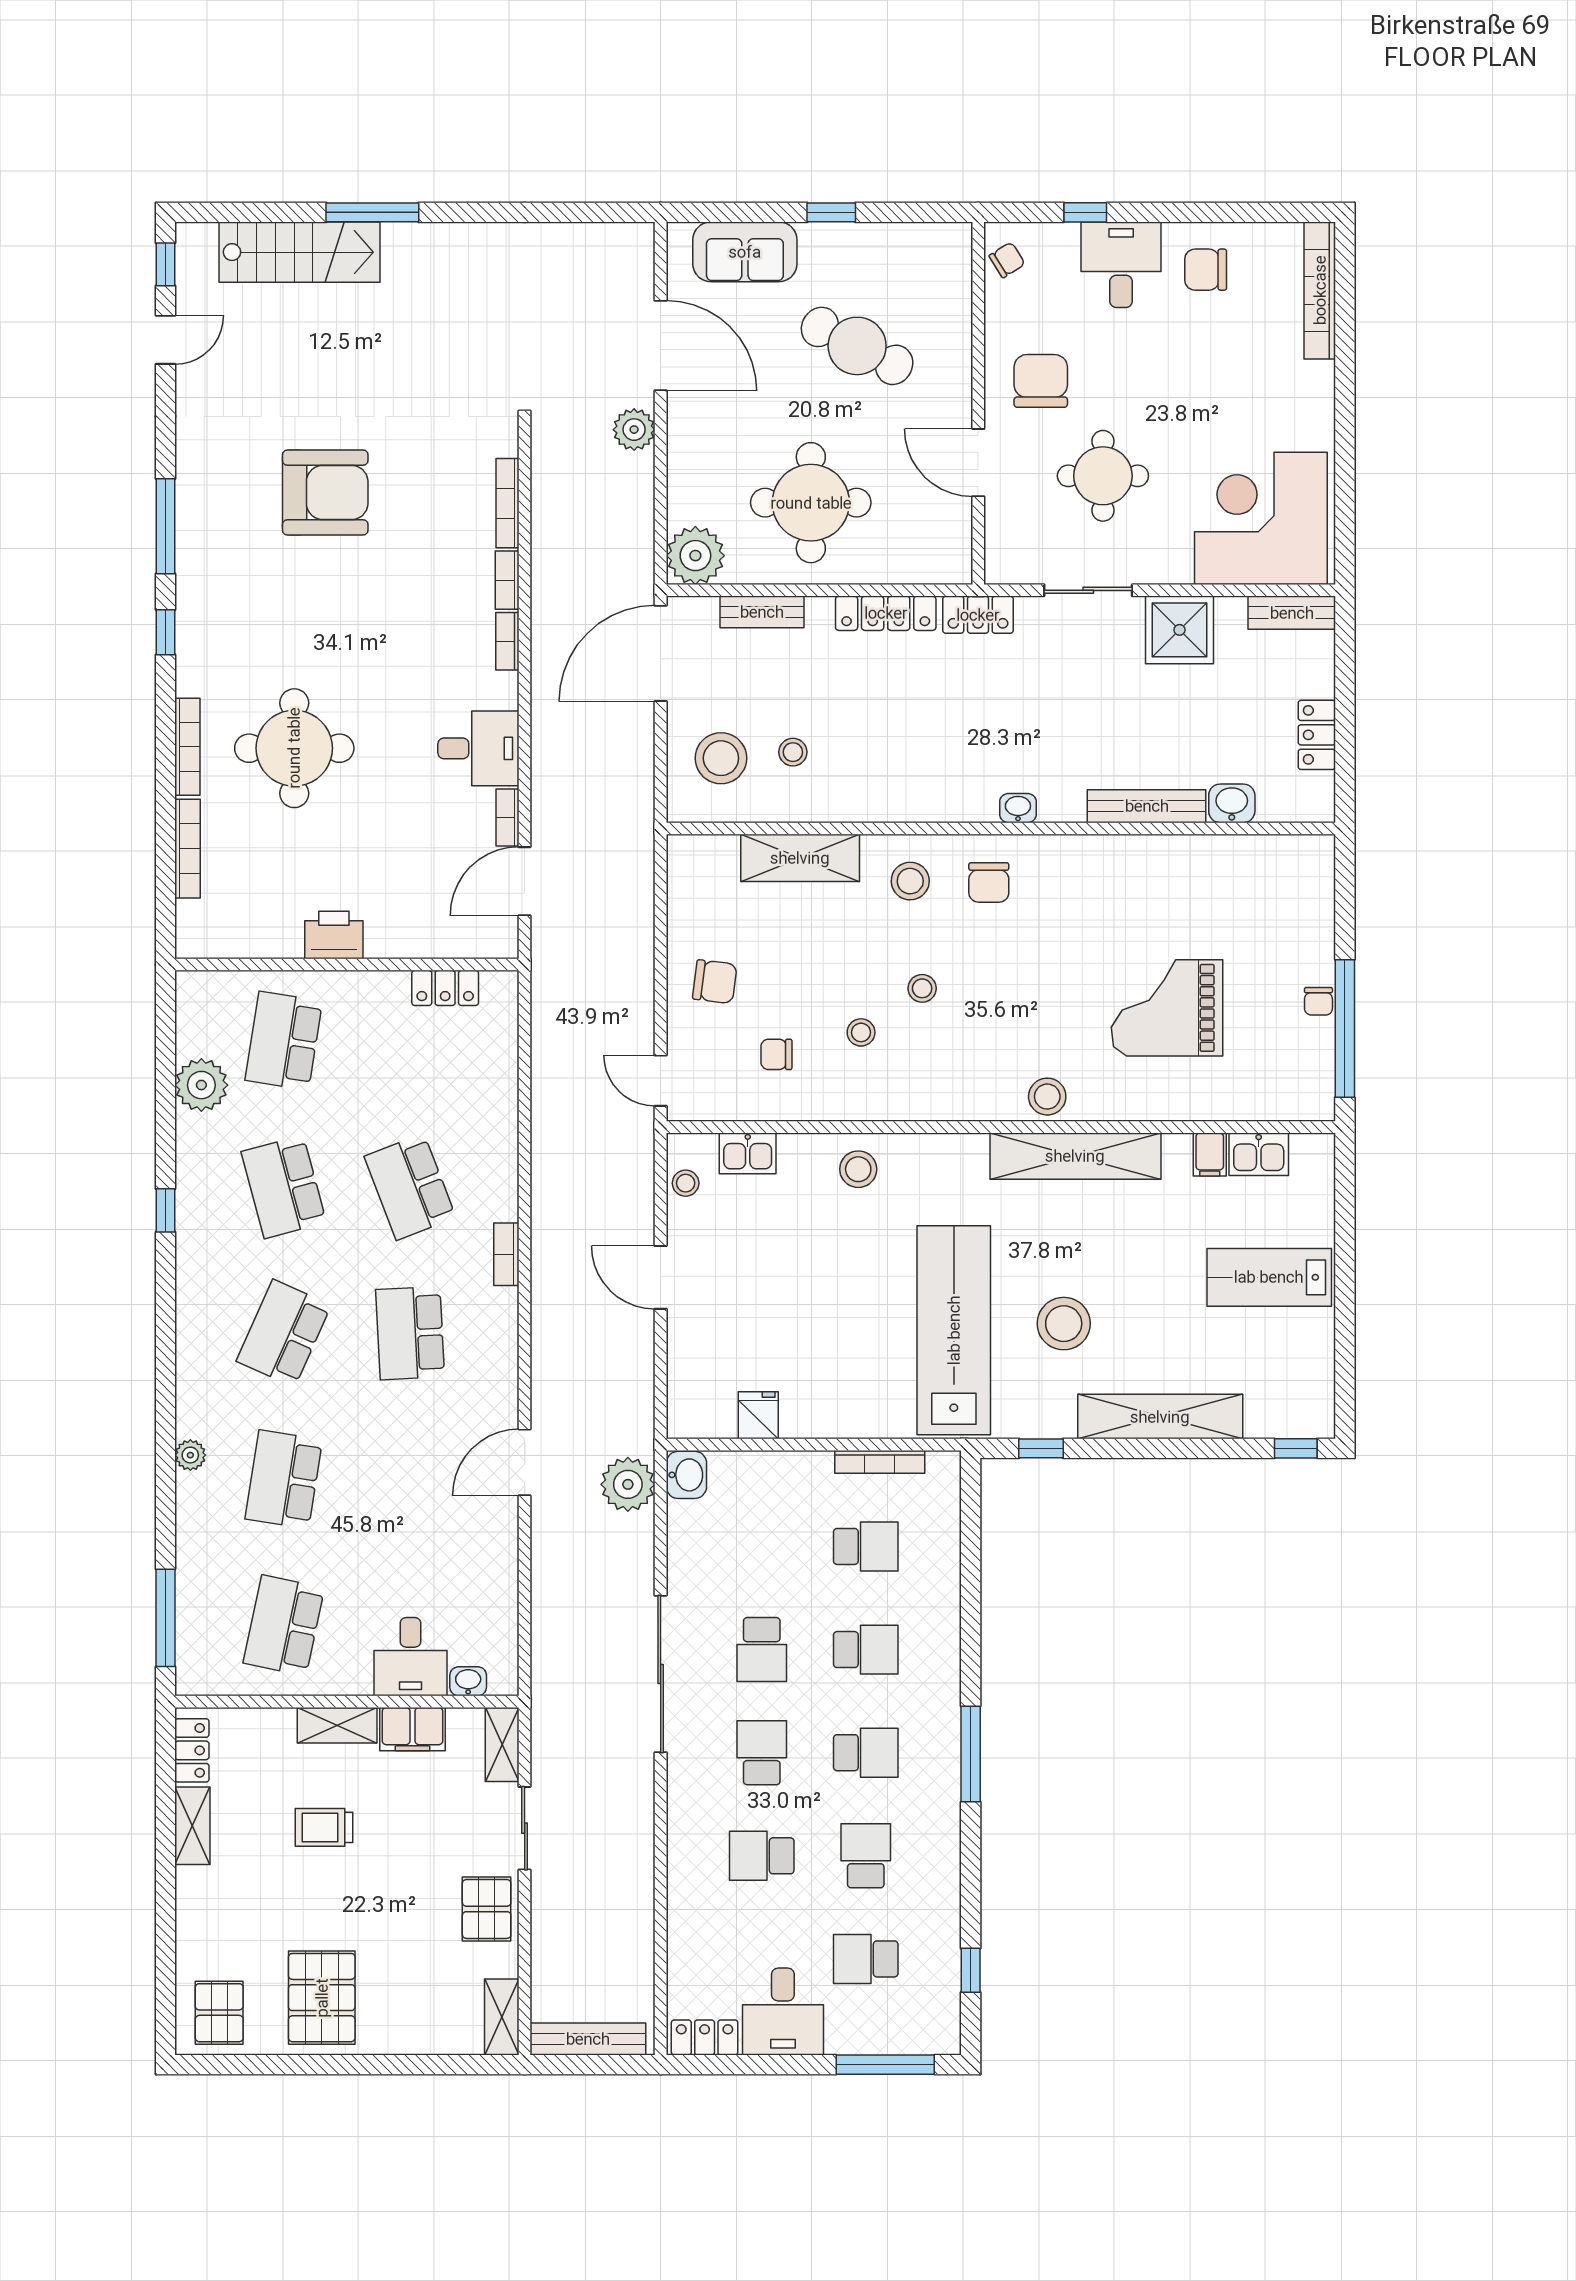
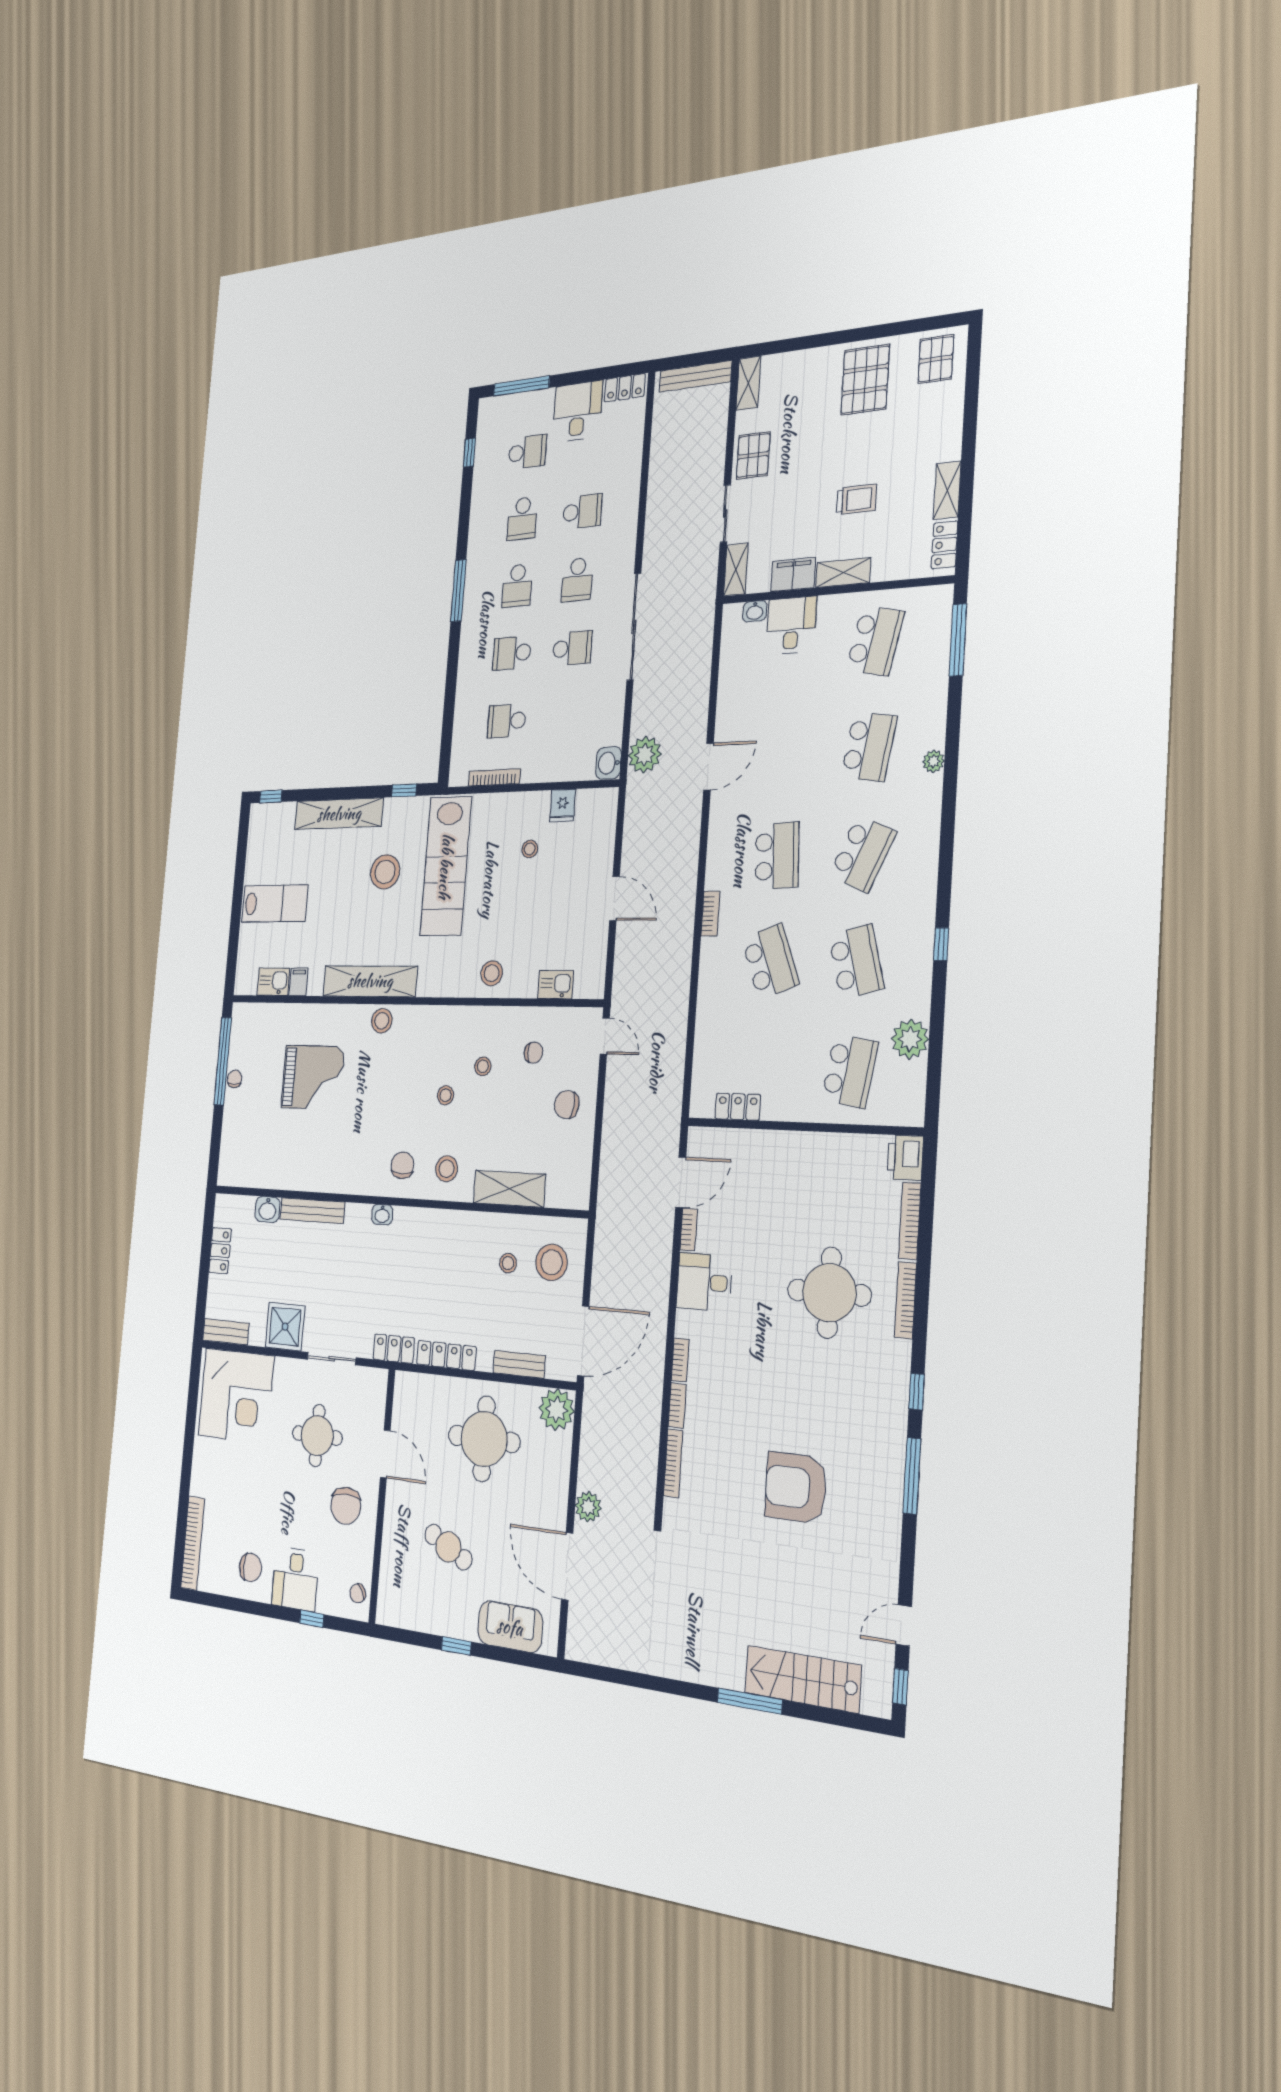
cafe table: (857, 346) -> (448, 1547), width x0.73, depth x0.74
printer: (334, 935) -> (905, 1158), moved, turned 90
stool: (686, 1183) -> (530, 849), moved
school desk: (762, 1650) -> (572, 648), turned 90
school desk: (866, 1753) -> (517, 586), turned -90

